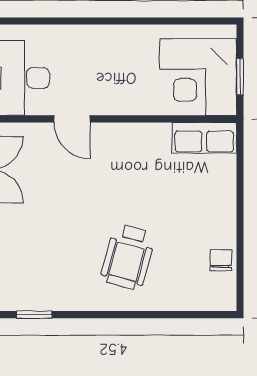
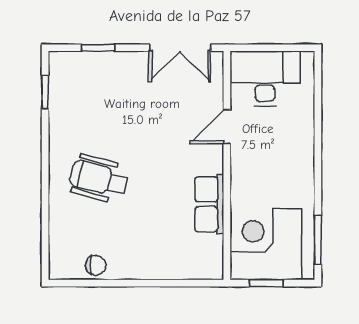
window: (193, 21) -> (318, 240), added
row of seats: (204, 138) -> (209, 204), moved

